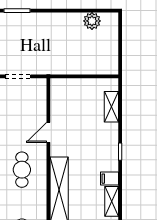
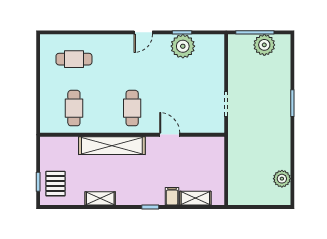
cafe table: (22, 170) -> (132, 108), turned 90
filing cabinet: (109, 179) -> (172, 196), moved

